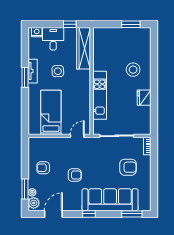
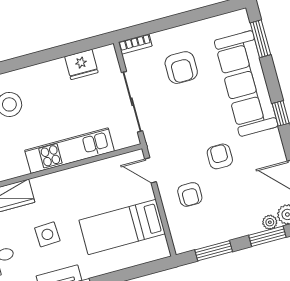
fridge: (144, 98) -> (81, 64), moved
window: (25, 158) -> (214, 251), added
armchair: (128, 167) -> (181, 68), turned 180
armchair: (43, 168) -> (190, 194), moved

